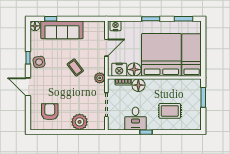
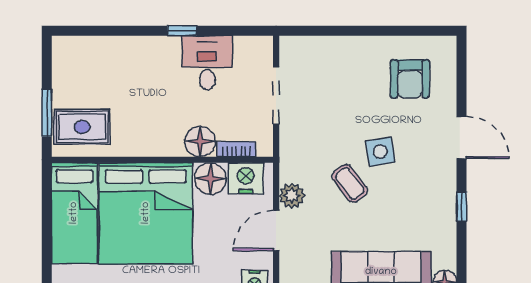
side table: (39, 62) -> (380, 152), moved
plant: (100, 78) -> (292, 196), moved
rug: (170, 111) -> (82, 127), moved
plant: (80, 122) -> (339, 55), removed

